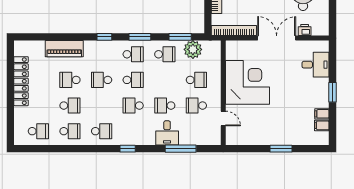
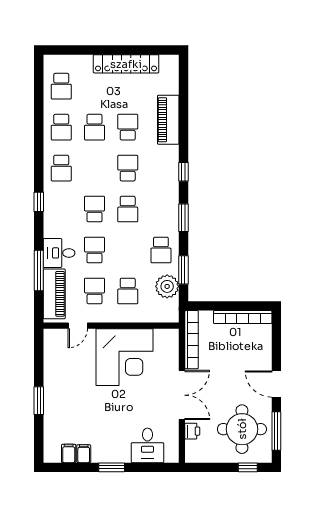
school desk: (133, 54) -> (161, 209), removed
piano: (199, 137) -> (54, 294), added

